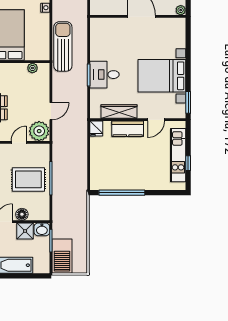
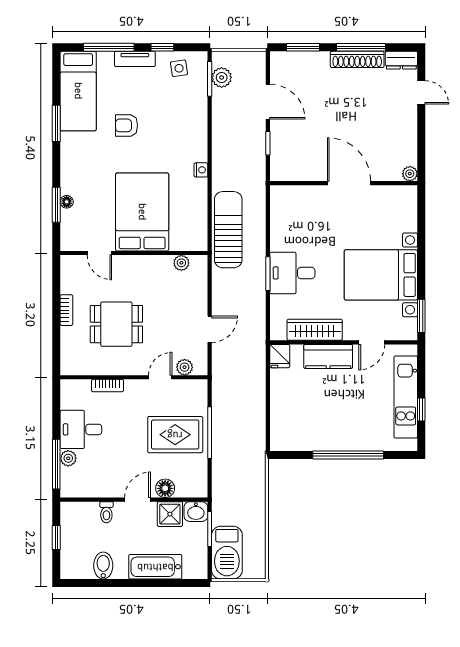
plant: (39, 131) -> (185, 367), width x0.53, depth x0.53
window: (122, 193) -> (348, 455), moved

